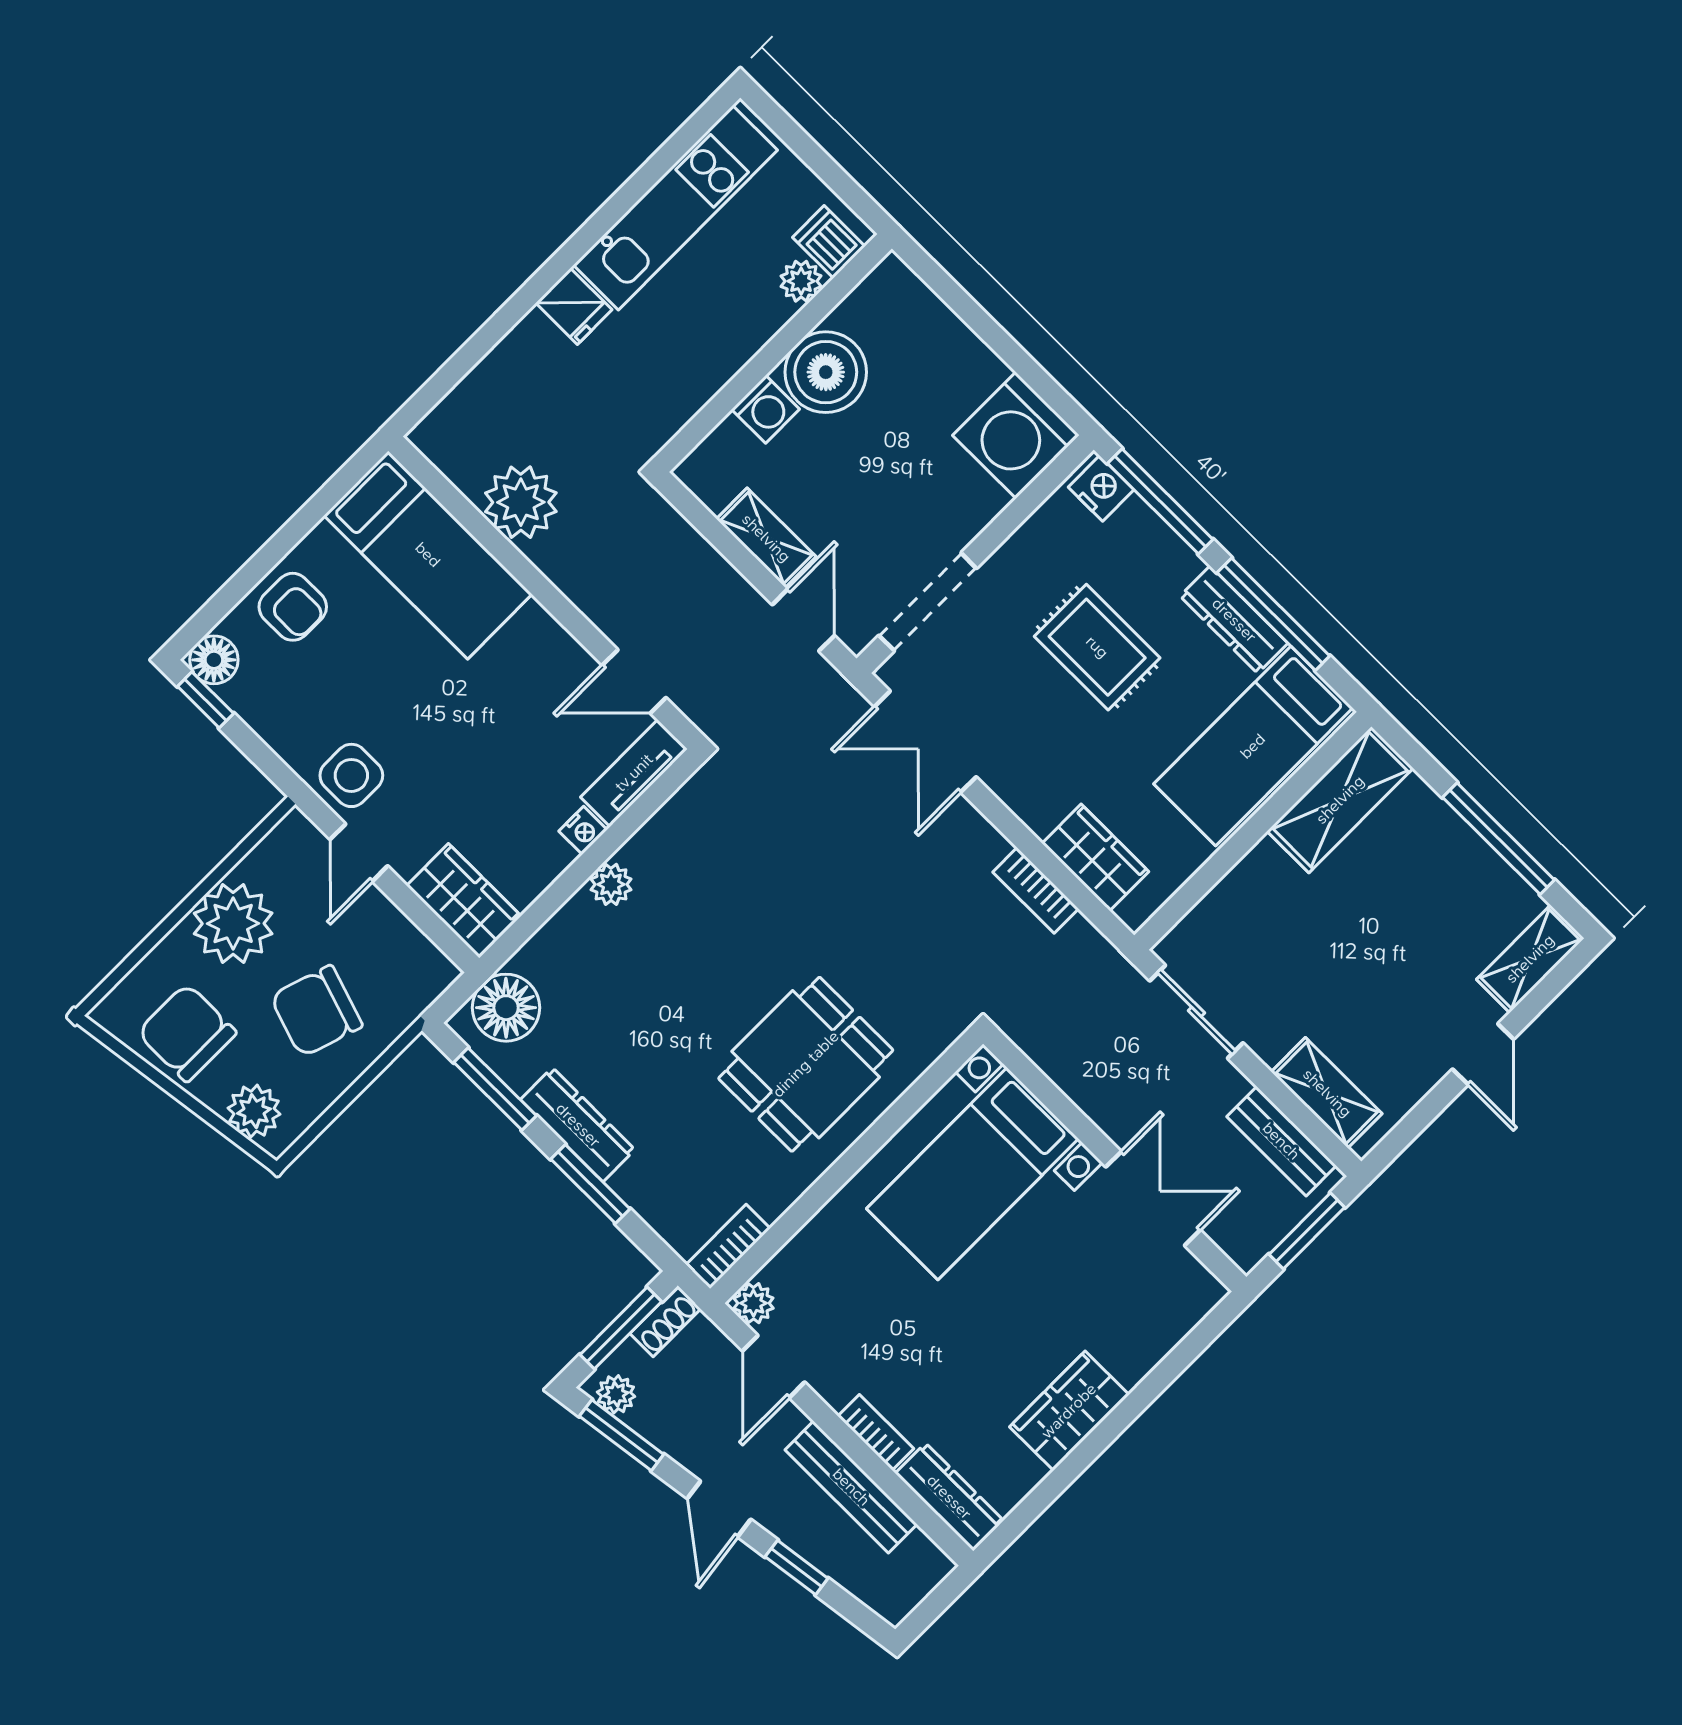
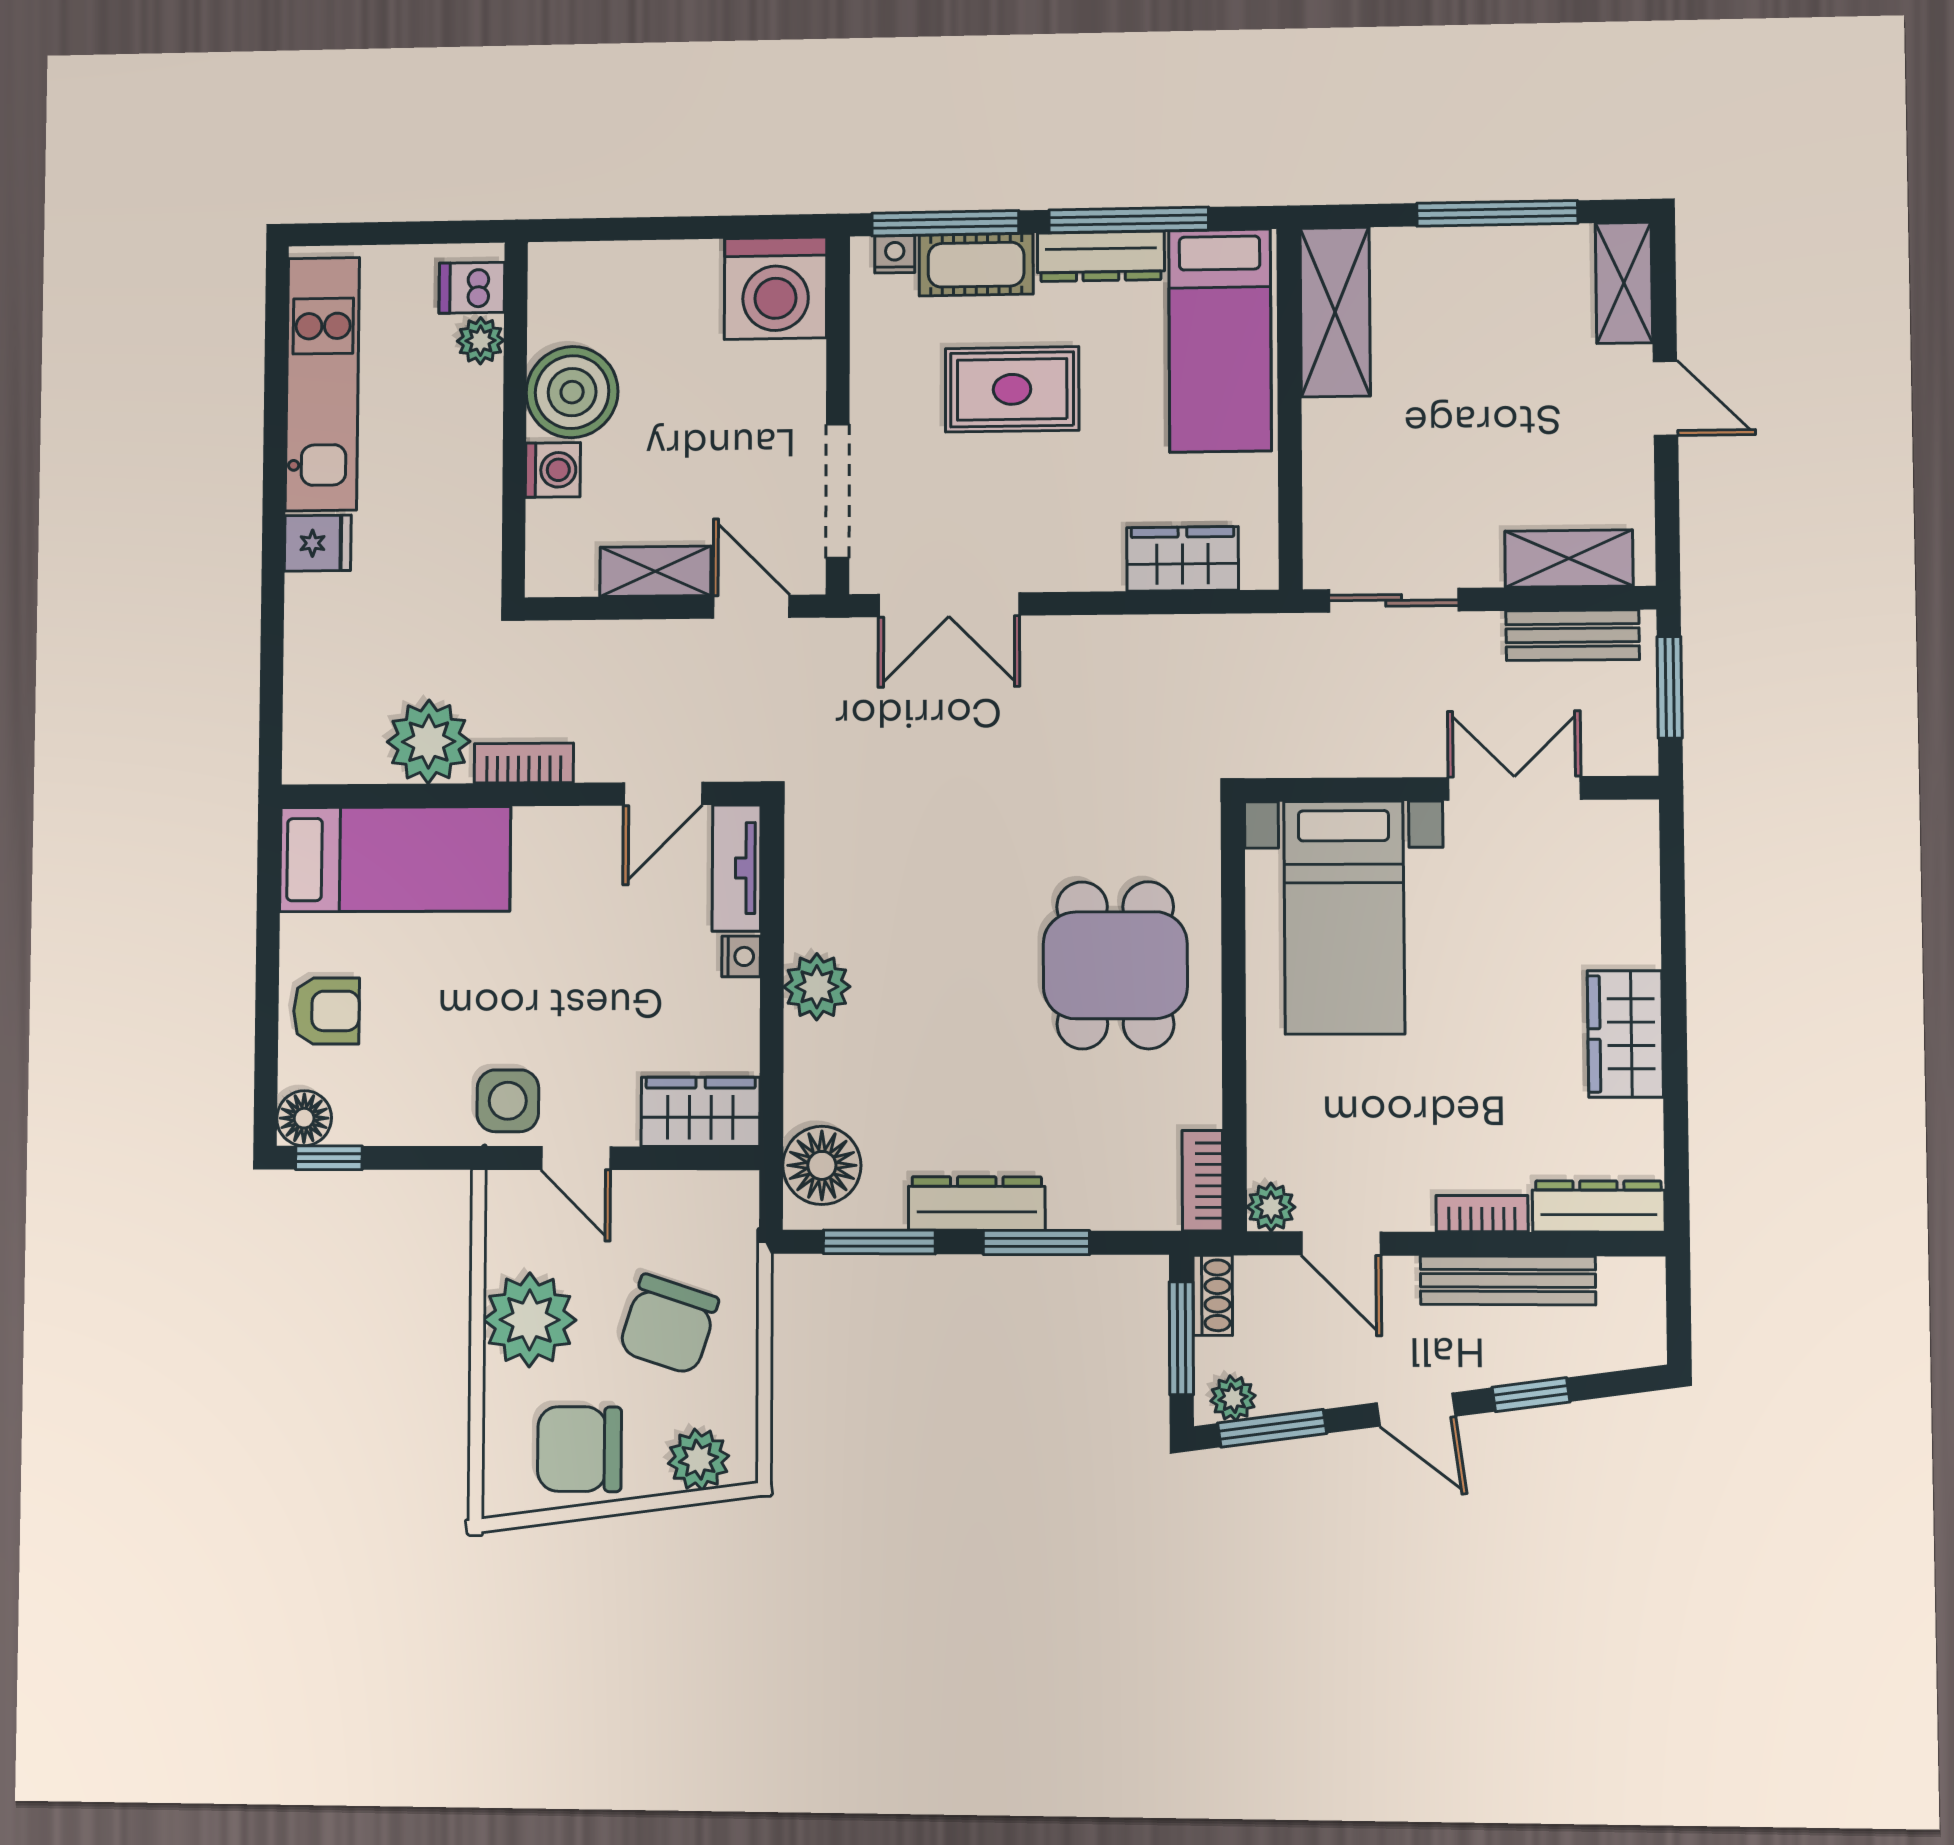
nightstand: (1101, 488) -> (895, 254), width x0.72, depth x0.74
cot: (1153, 547) -> (976, 265), added
plant: (611, 884) -> (817, 987), width x1.38, depth x1.38
bookcase: (1036, 890) -> (524, 763), moved, turned 180

